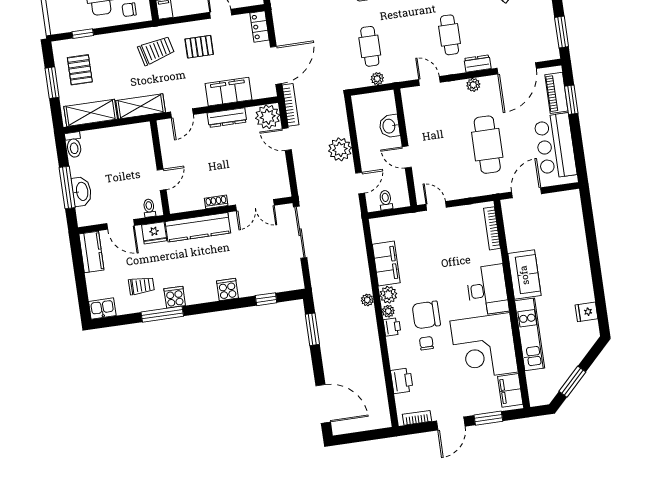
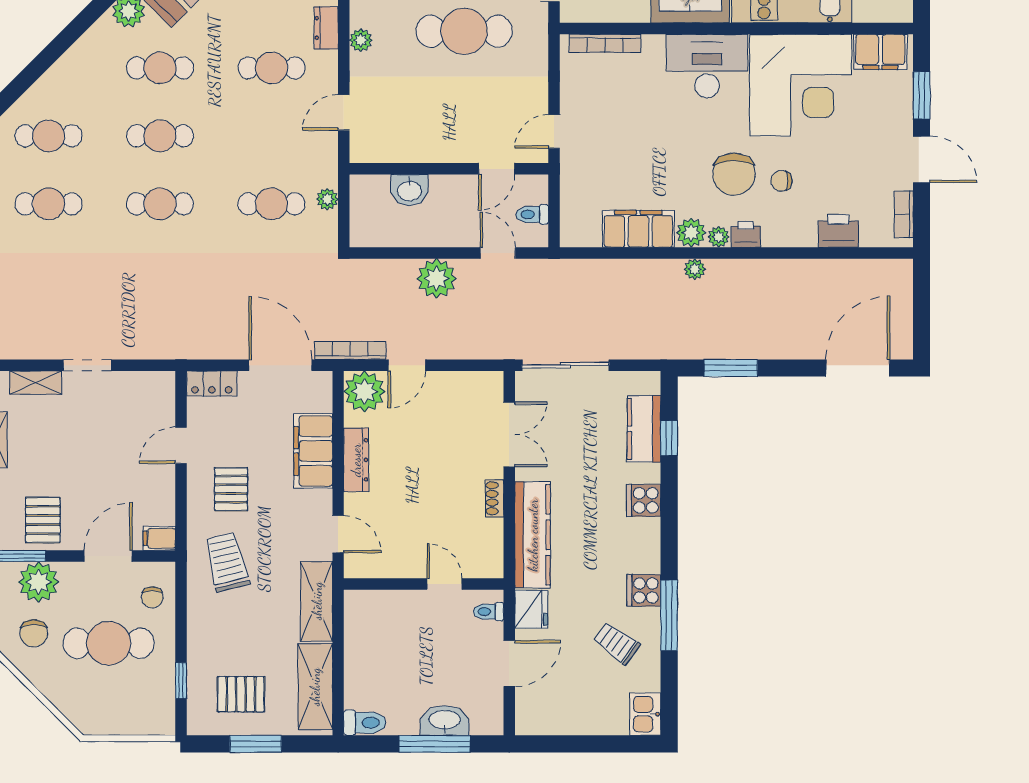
door: (407, 157) -> (497, 169), moved
kitchen counter: (91, 252) -> (644, 429), moved, turned -90
trolley: (141, 286) -> (617, 643), turned -54

